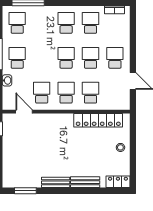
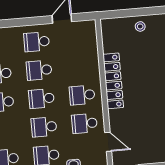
school desk: (90, 93) -> (44, 127), moved
door: (24, 112) -> (108, 142), swing flipped
locker: (98, 120) -> (113, 81), moved

